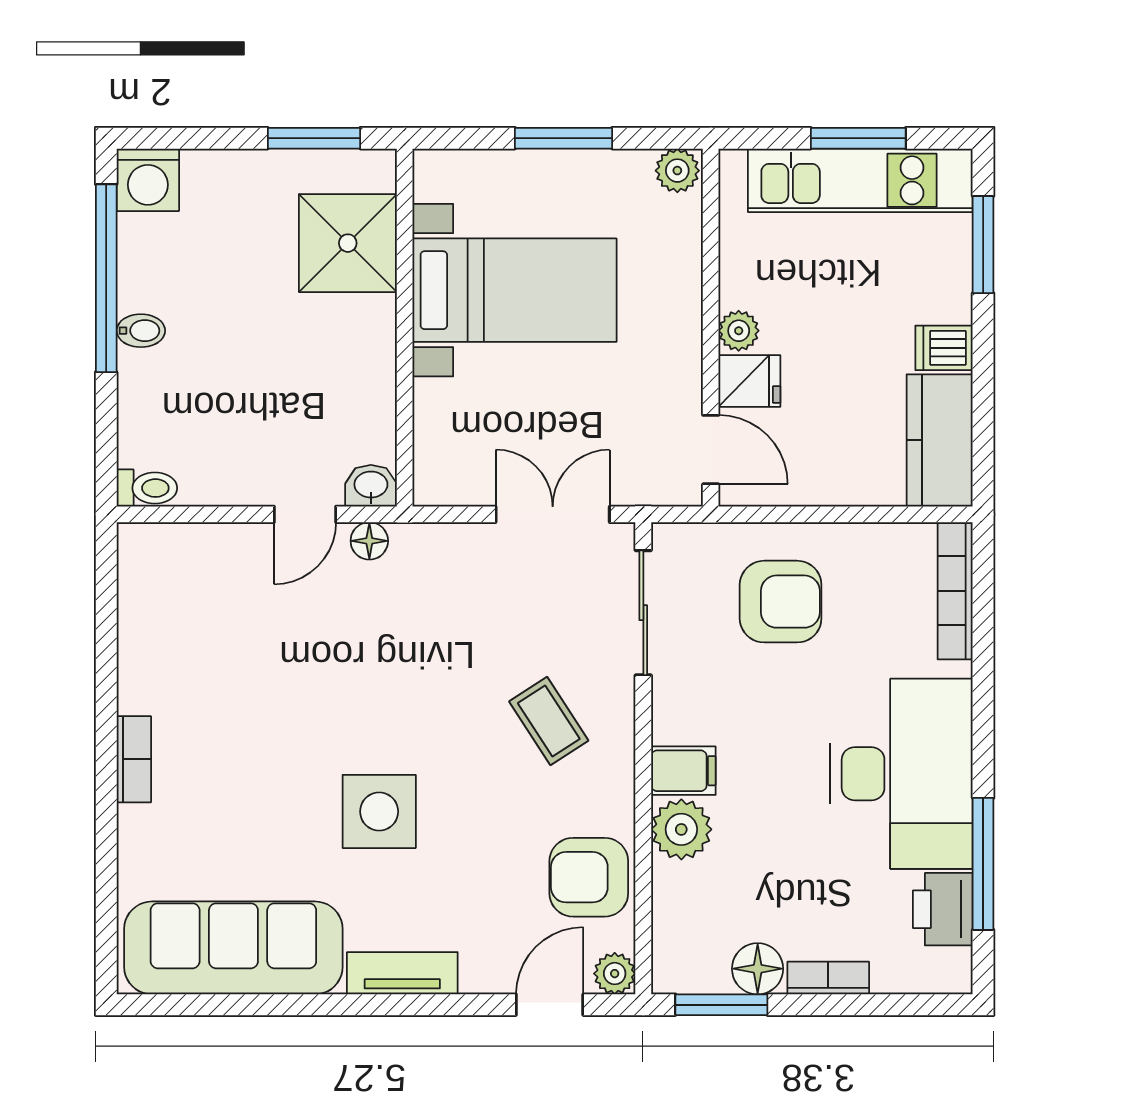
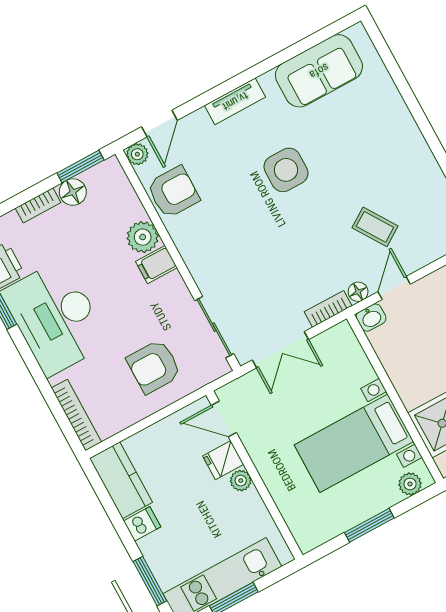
plant: (677, 171) -> (410, 484), moved
coffee table: (549, 721) -> (375, 227), moved
bookcase: (134, 759) -> (328, 309), moved, turned 90
sofa: (233, 948) -> (319, 71), width x0.73

